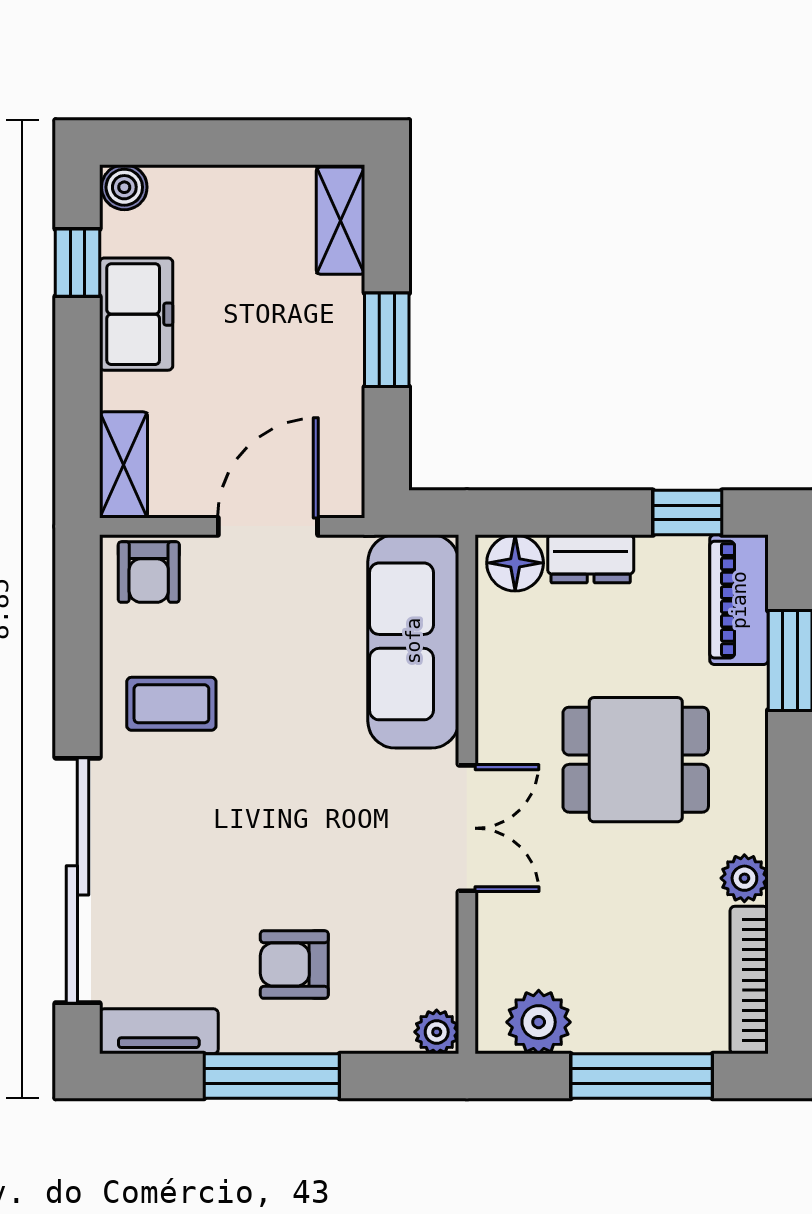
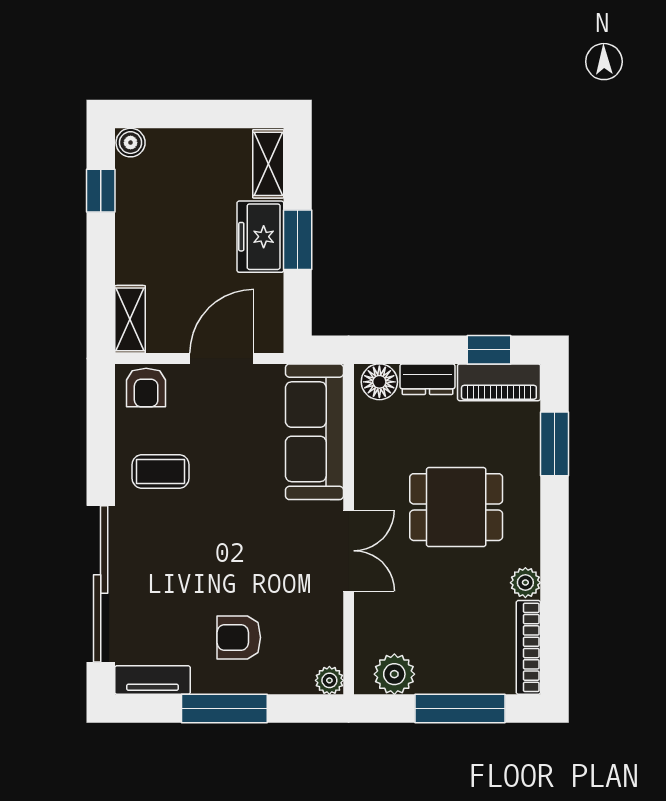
freezer: (136, 314) -> (260, 237), moved, turned 180
piano: (739, 600) -> (499, 382), moved, turned -90

